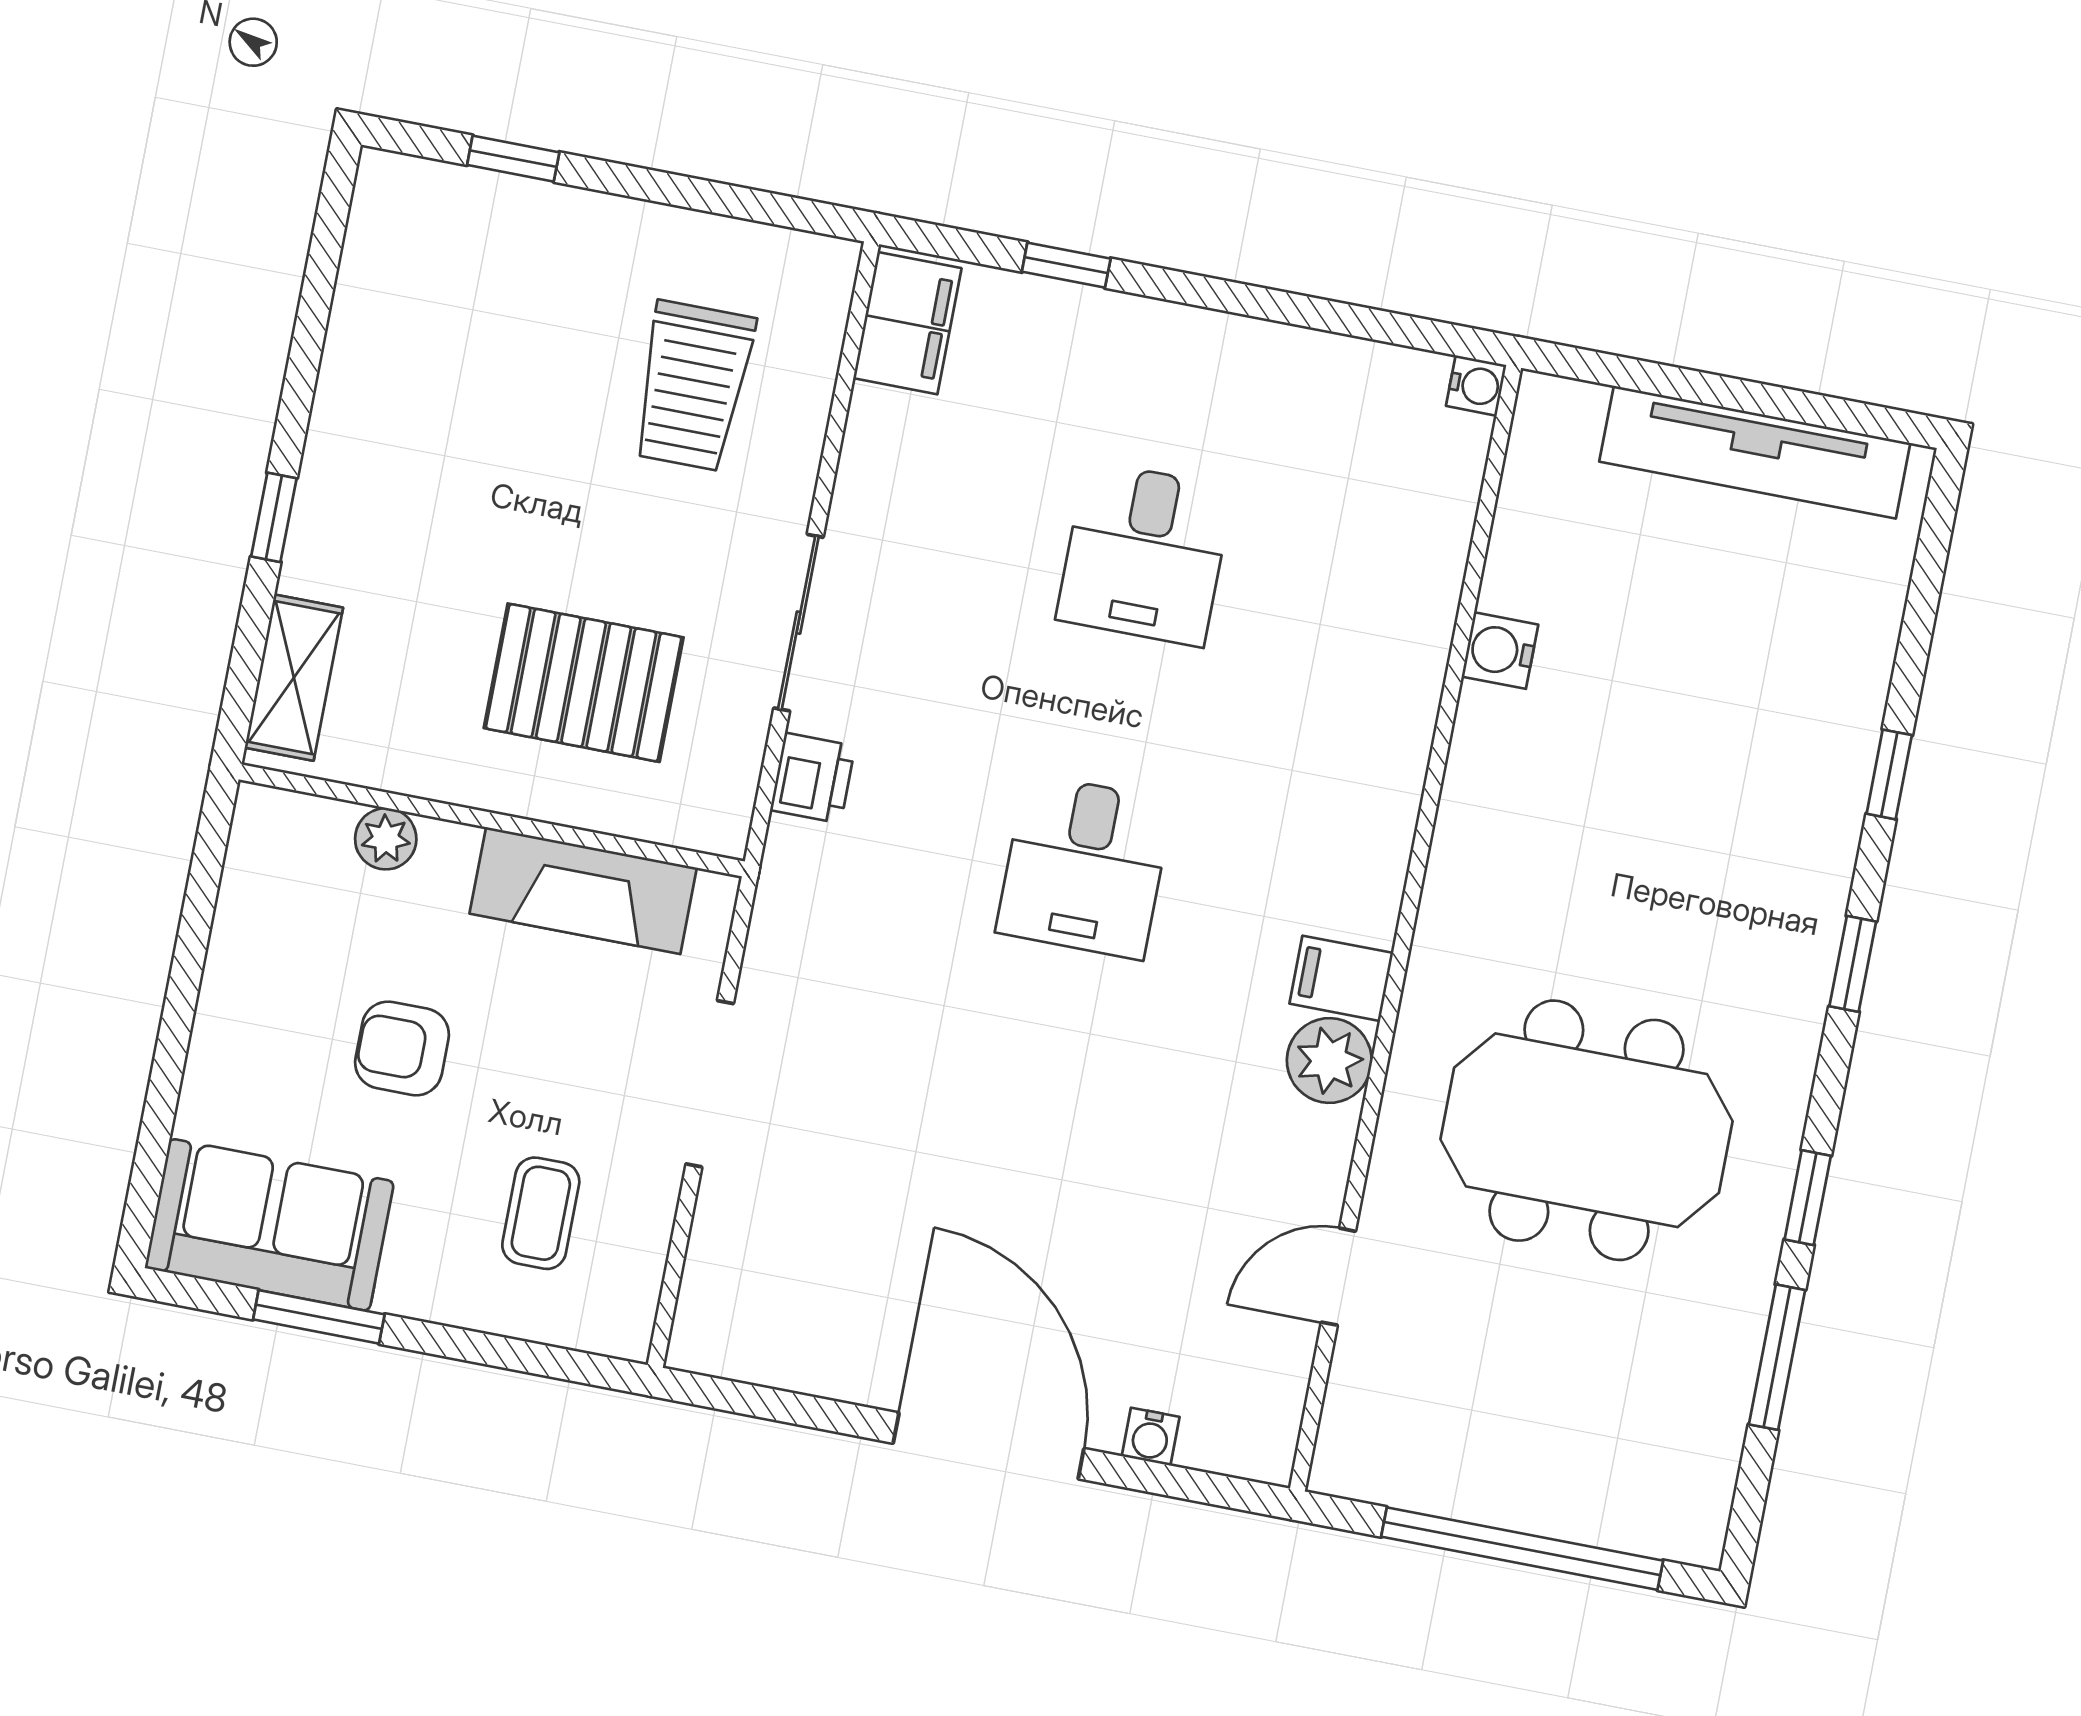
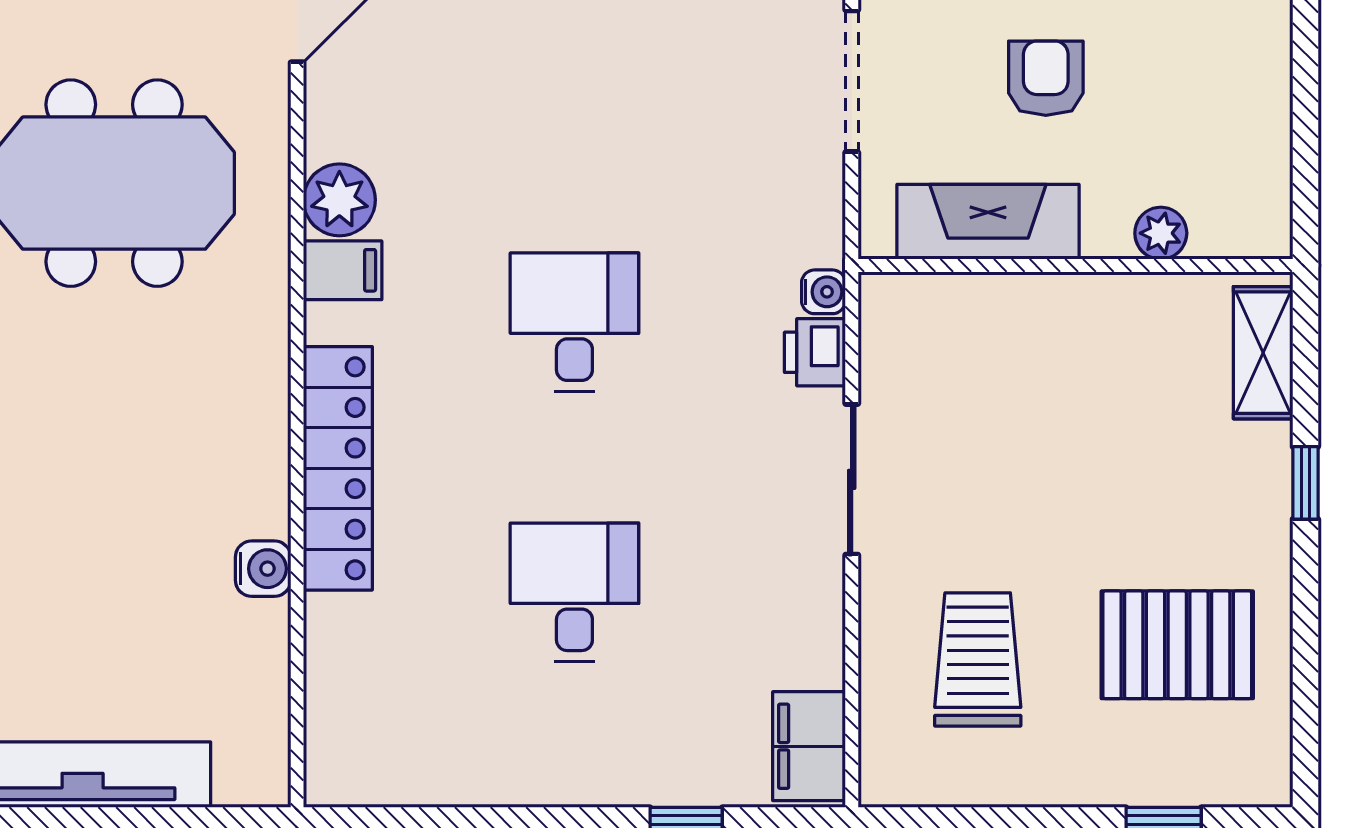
water cooler: (1476, 386) -> (823, 292), moved, turned 180
pallet: (584, 683) -> (1177, 645), moved
locker: (1391, 750) -> (338, 468), added
armchair: (402, 1048) -> (1046, 78), moved, turned -90

